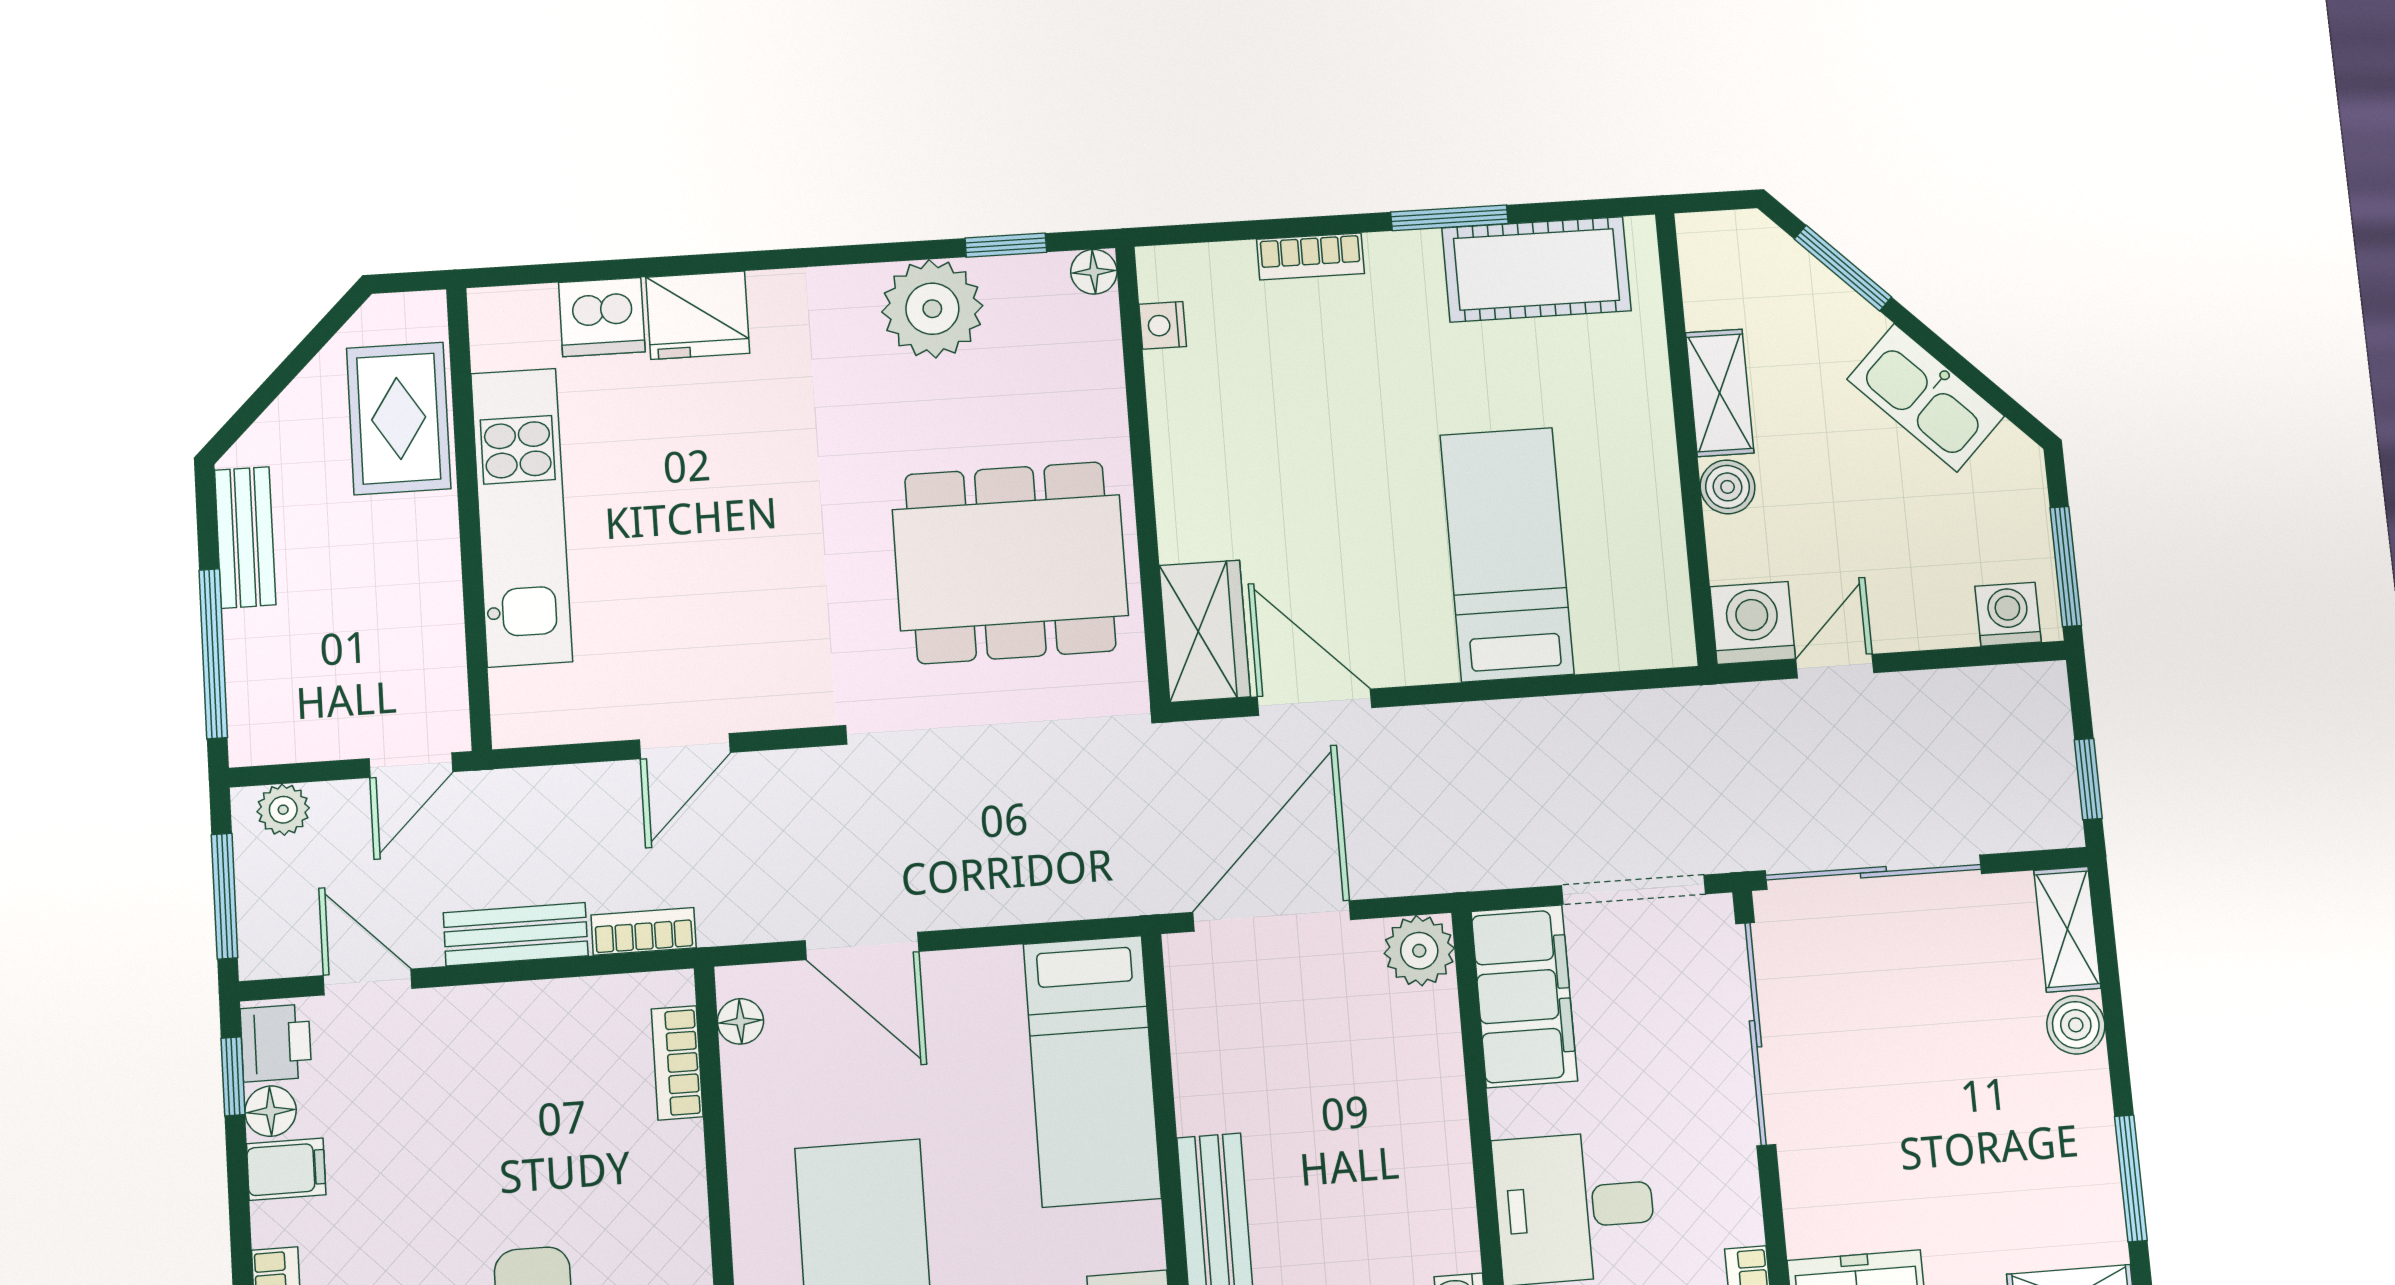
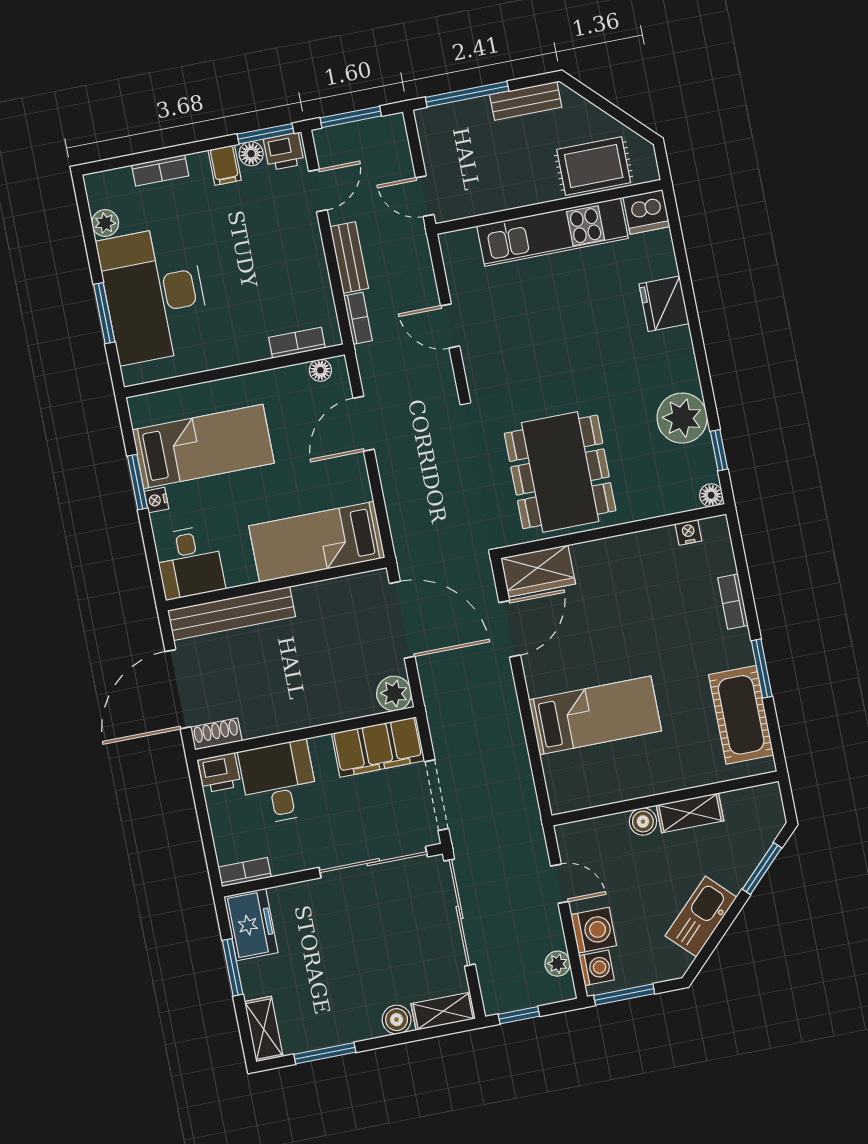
dishwasher: (602, 317) -> (646, 212), moved, turned -90
washing machine: (1753, 623) -> (594, 930), moved
plant: (283, 810) -> (558, 964), moved
window: (233, 1076) -> (266, 134), width x1.50

